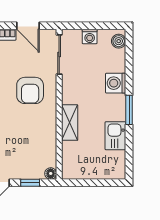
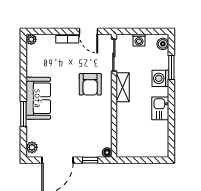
window: (129, 110) -> (171, 68), moved
shelving: (70, 123) -> (123, 87), moved
kitchen sink: (115, 136) -> (160, 108), moved

